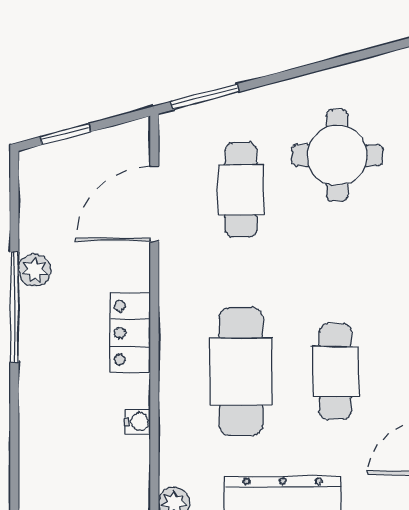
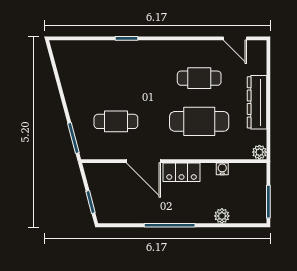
round table: (337, 155) -> (100, 77), removed
door: (154, 204) -> (143, 161), moved
plant: (35, 270) -> (222, 216), moved

